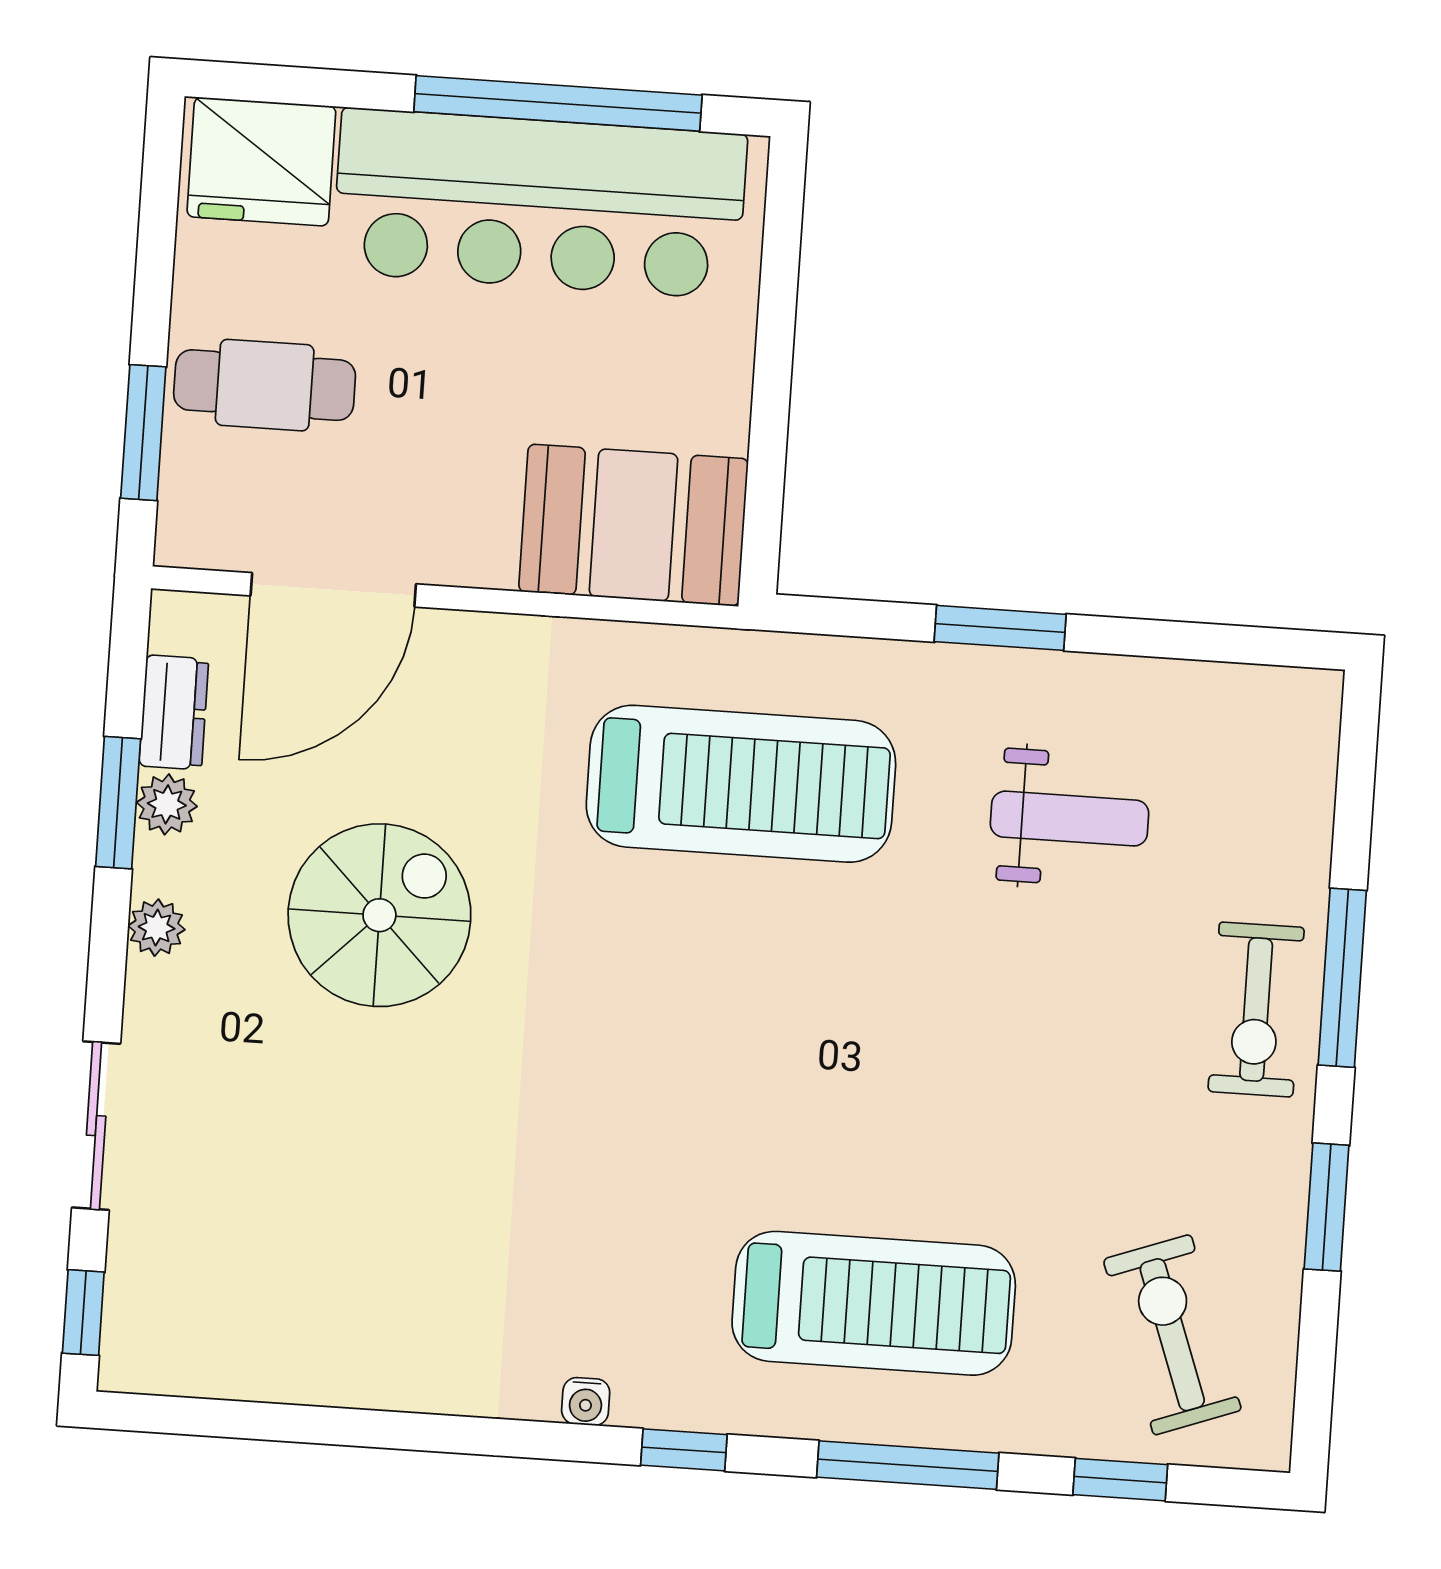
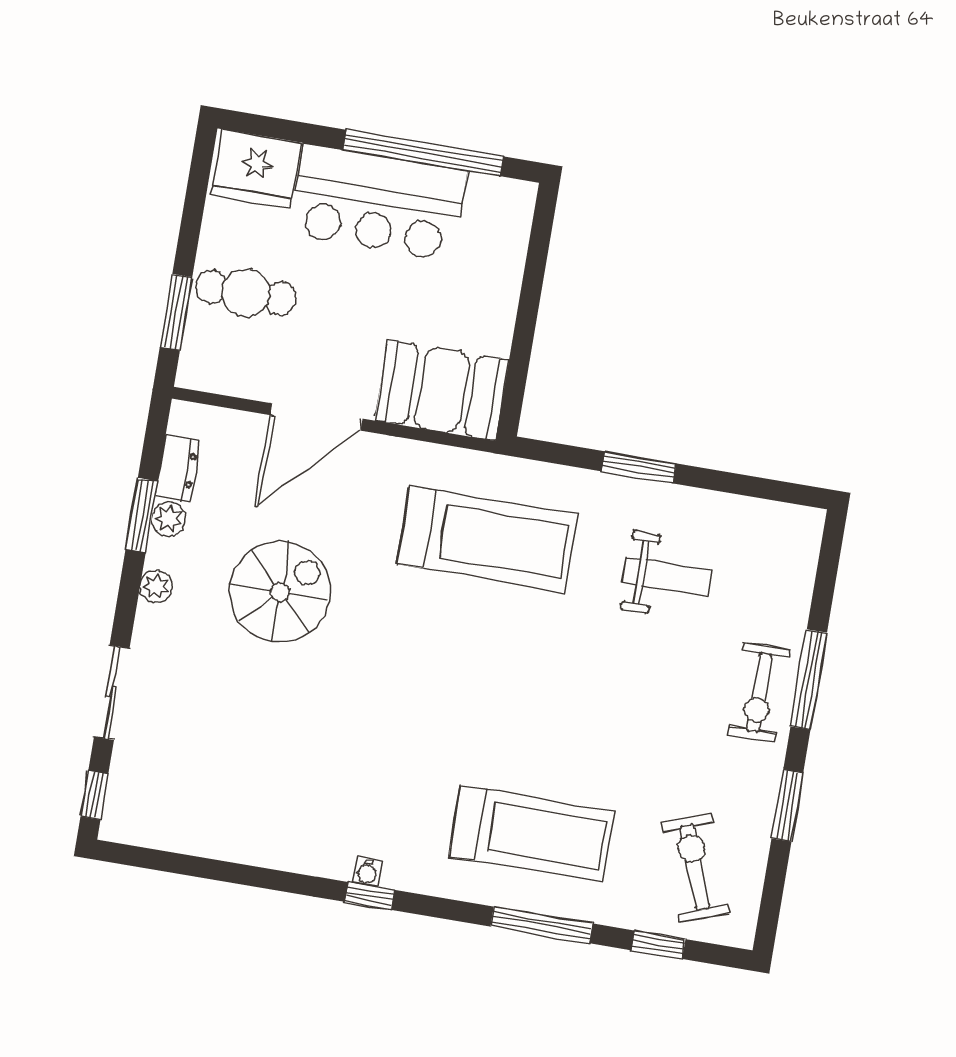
bar counter: (539, 203) -> (378, 202), width x0.73
door: (333, 590) -> (316, 417), moved
window: (684, 1450) -> (370, 896), moved

